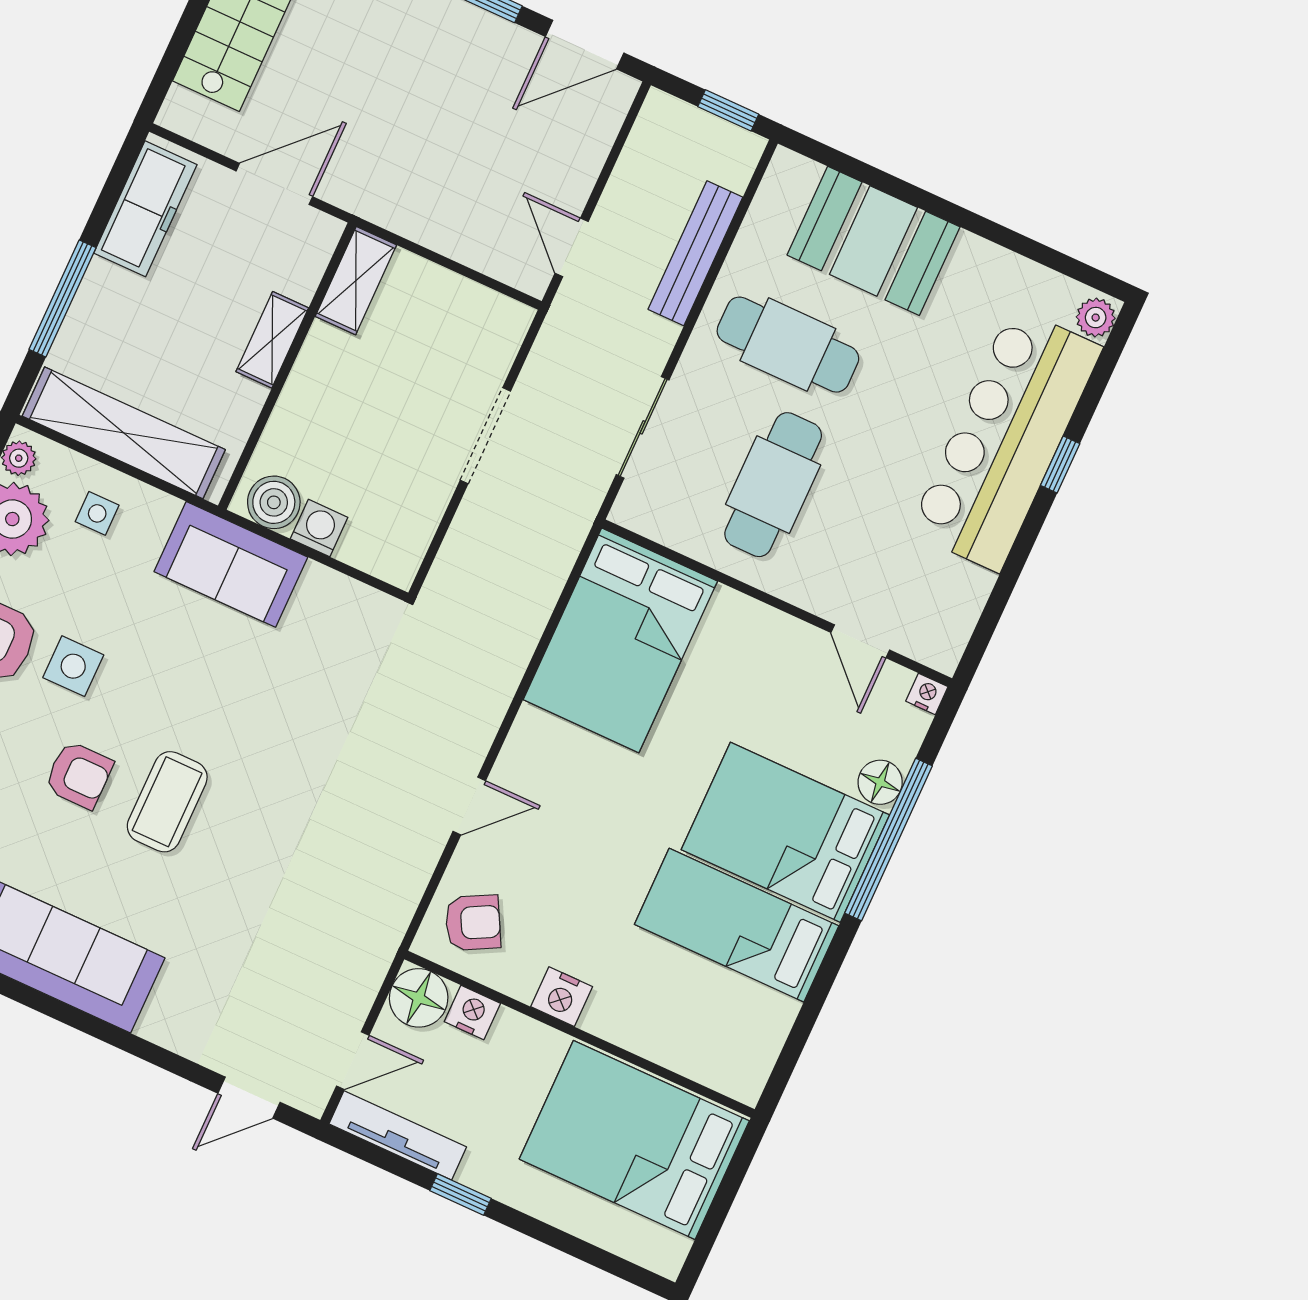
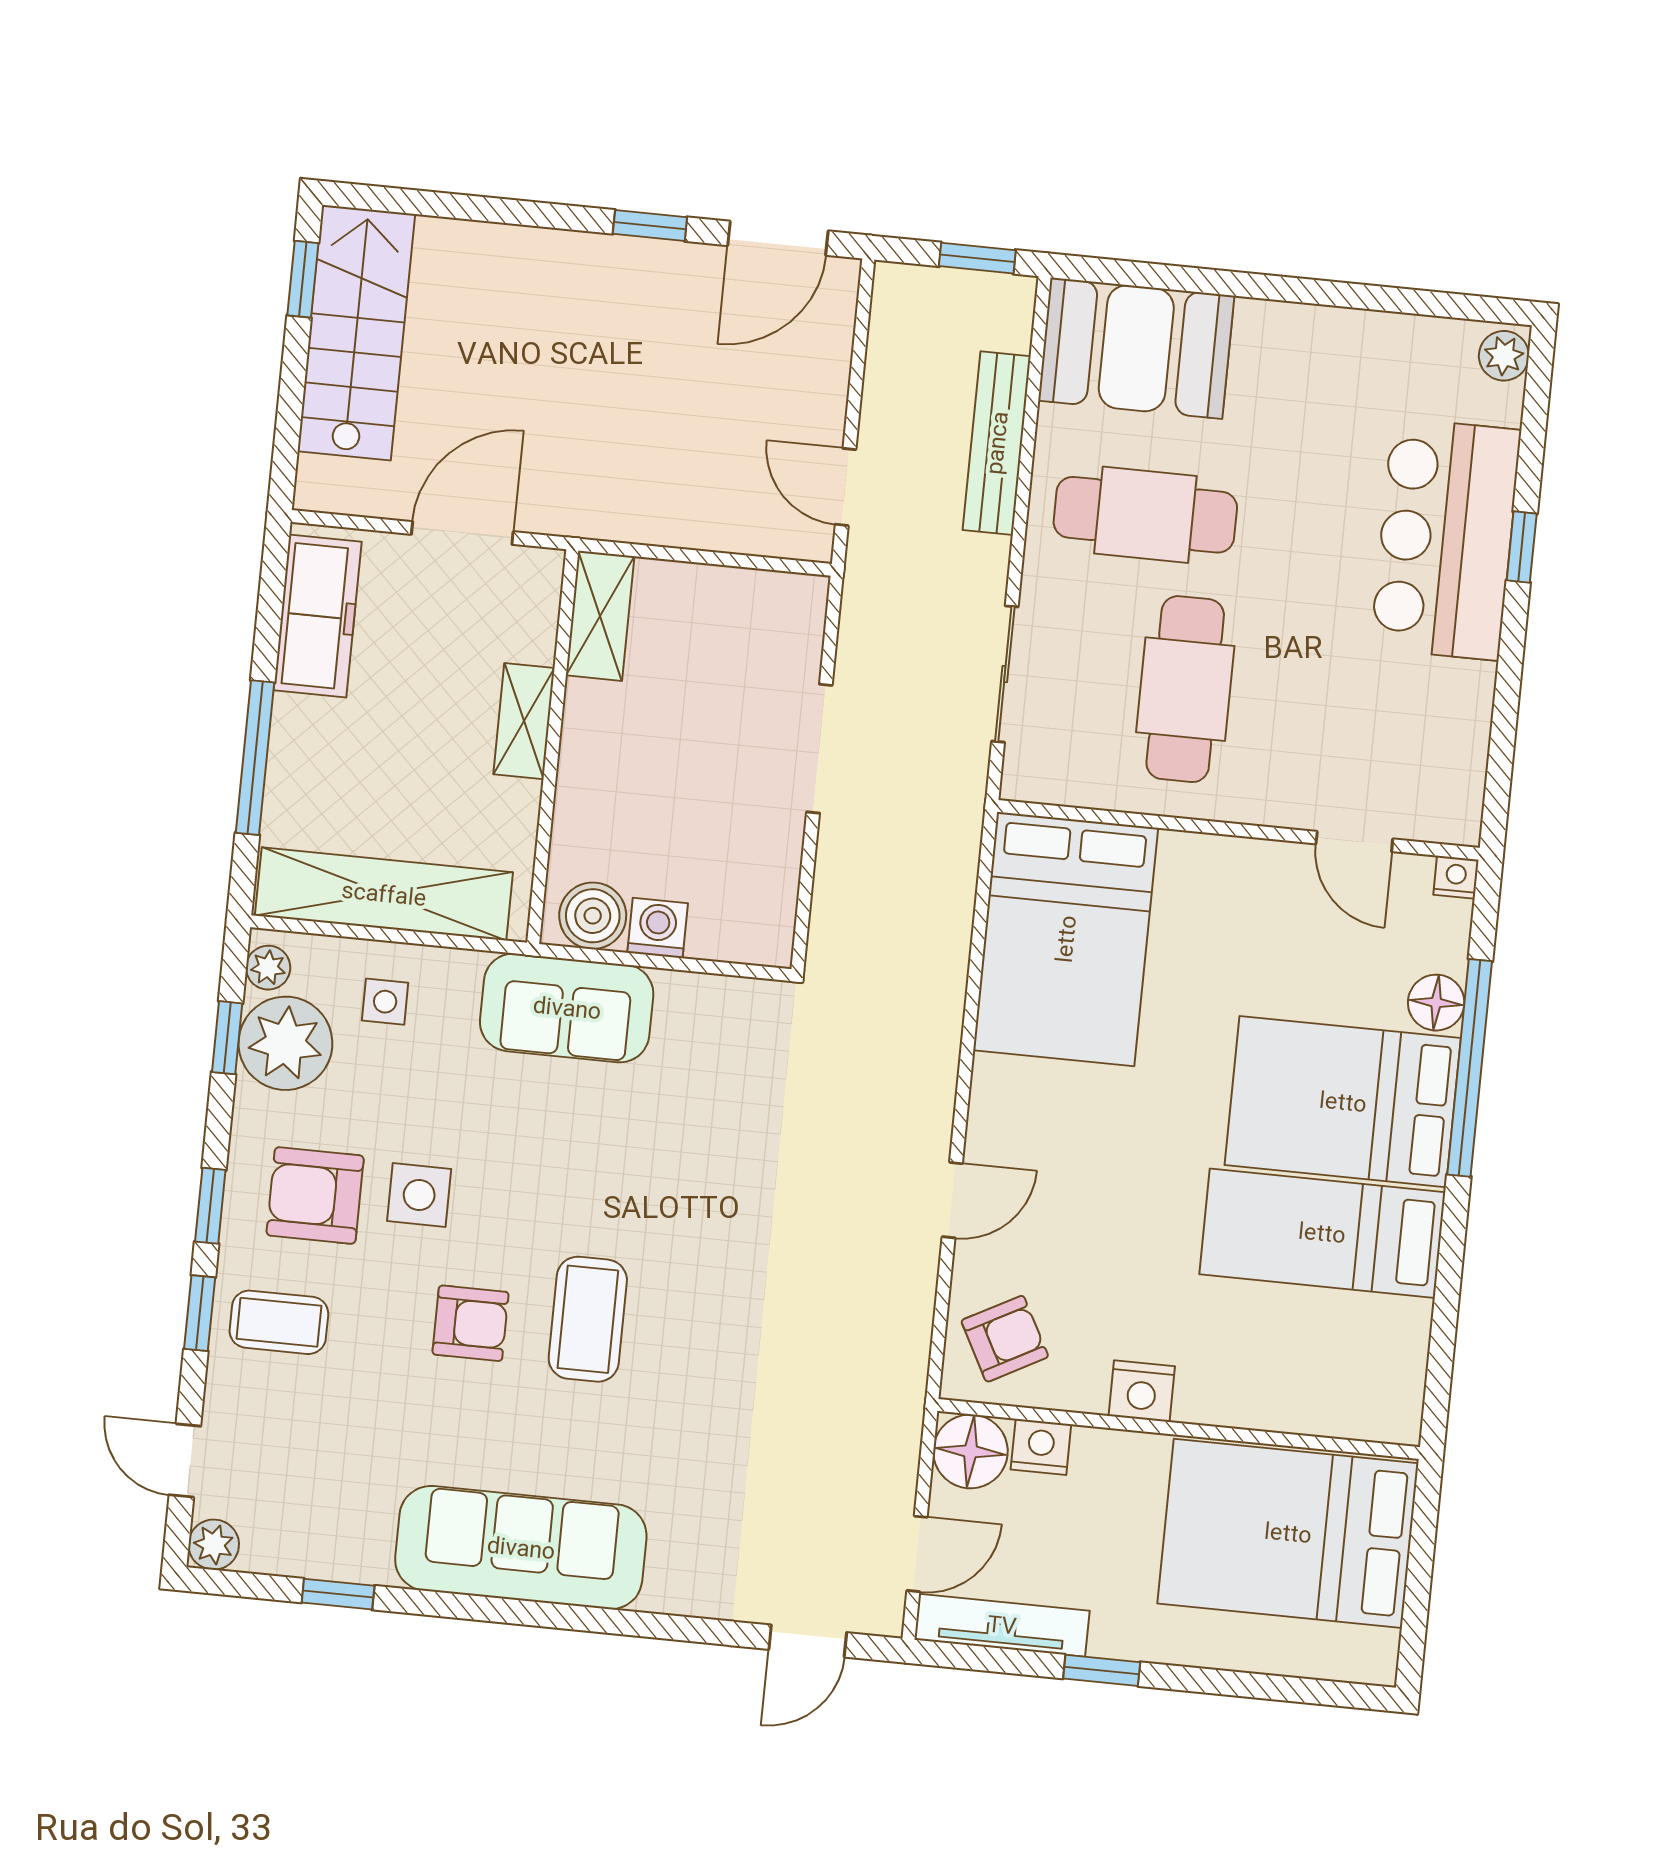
booth: (873, 241) -> (1136, 348), moved
bar counter: (1006, 439) -> (1446, 539), width x0.73

